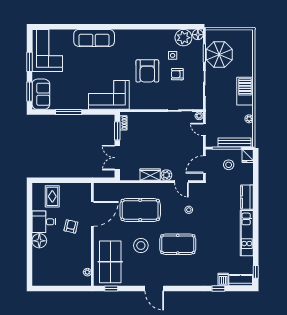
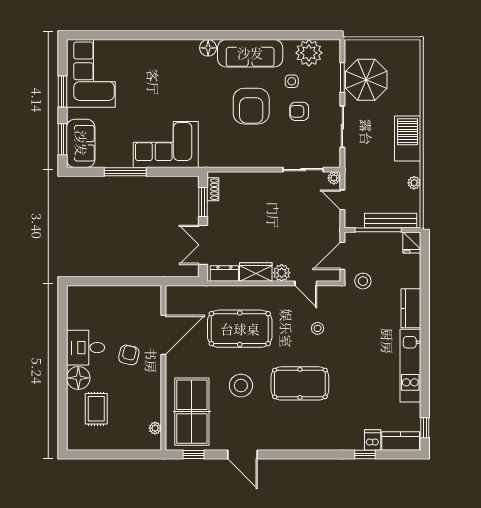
floor lamp: (198, 35) -> (208, 48), moved
sofa: (94, 38) -> (250, 53), moved
corner sofa: (109, 95) -> (166, 145), moved
stool: (229, 165) -> (363, 281), moved
dresser: (131, 176) -> (224, 274), added
rug: (52, 196) -> (96, 409), moved
door: (154, 289) -> (243, 454), moved

